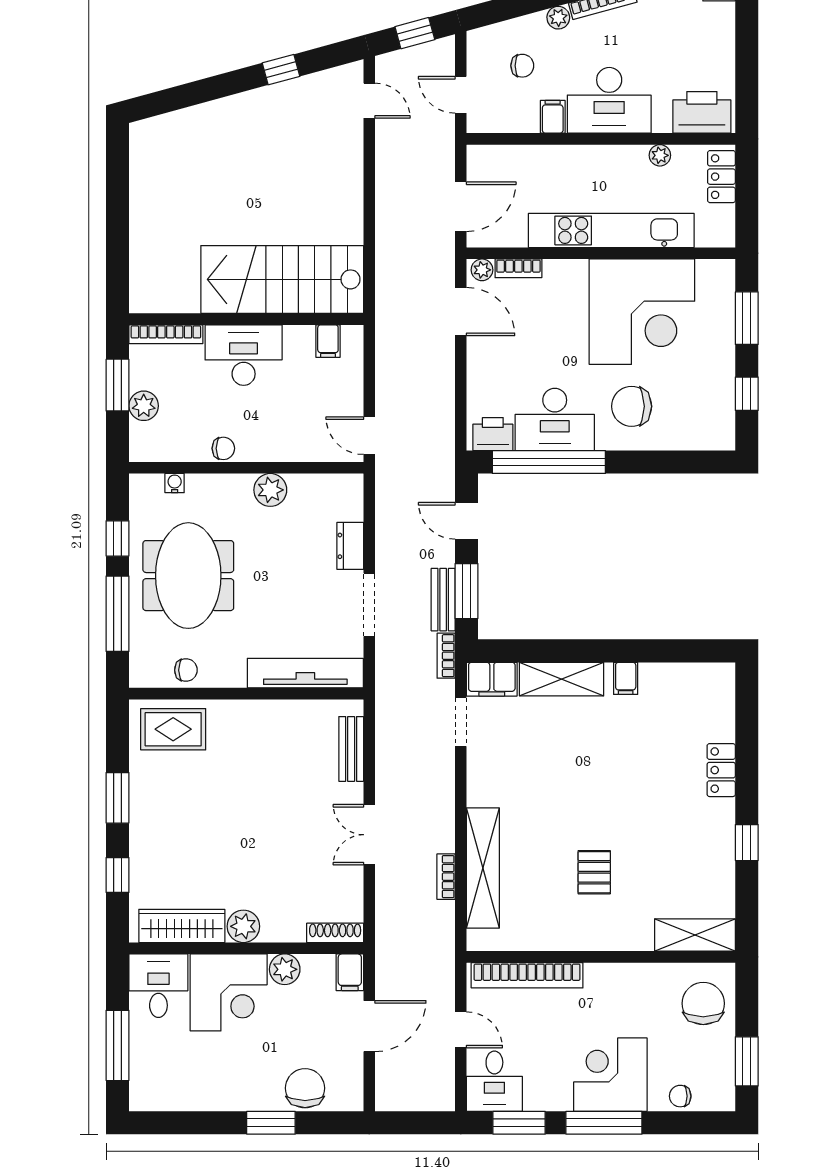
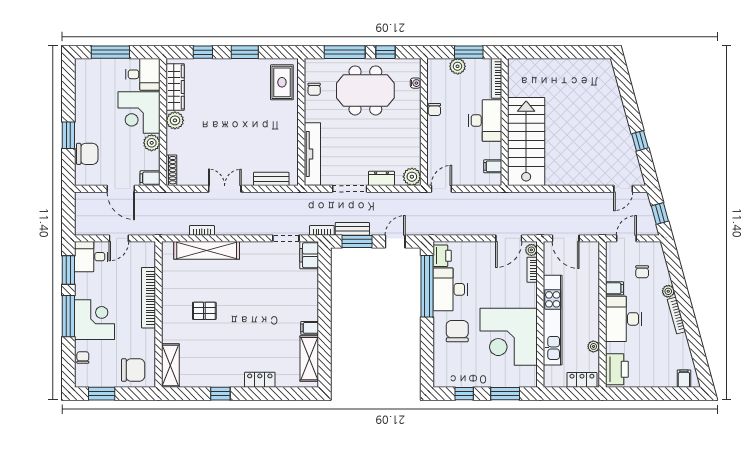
plant: (270, 490) -> (412, 177), moved
shelving: (562, 679) -> (309, 359), moved
bookcase: (527, 975) -> (148, 298), moved

